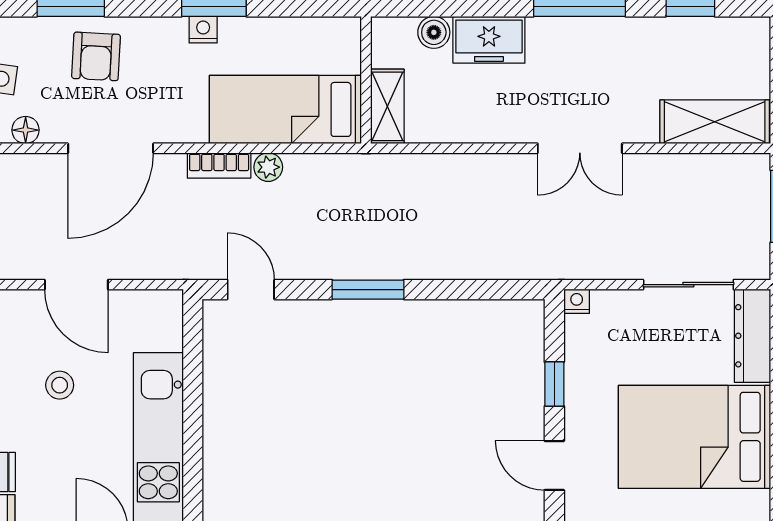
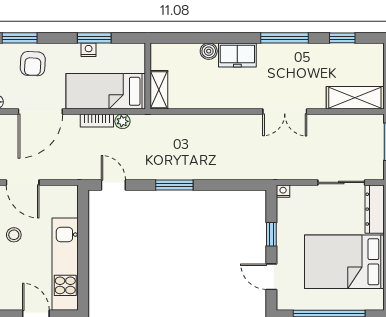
wall: (366, 80) -> (148, 76), moved
shelving: (387, 106) -> (159, 90), moved
bed: (285, 109) -> (106, 91), moved

